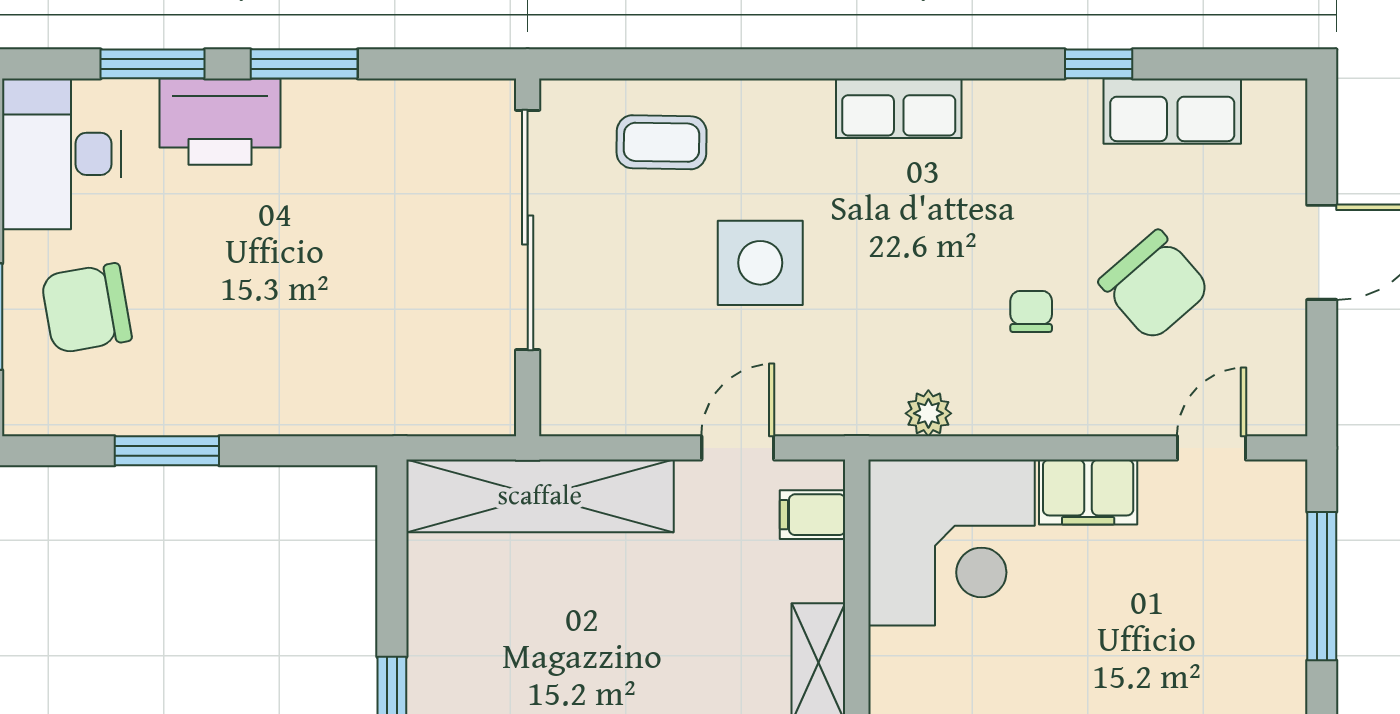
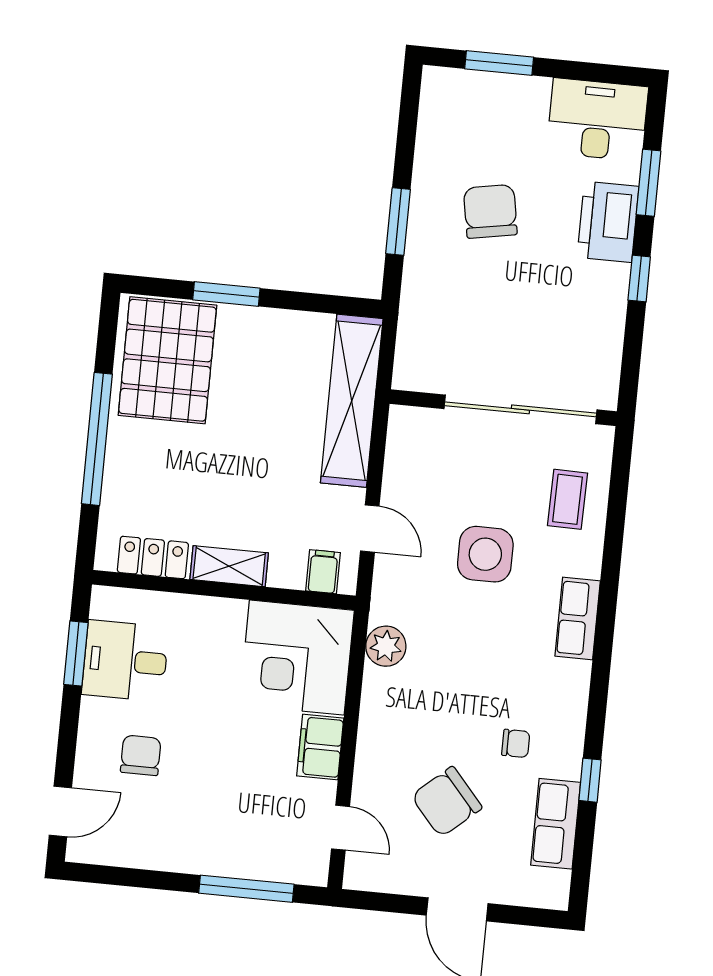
window: (304, 64) -> (639, 278), width x0.67
row of seats: (899, 108) -> (578, 618), moved
chair: (86, 308) -> (490, 211), moved
chair: (1031, 311) -> (516, 743), moved
plant: (928, 413) -> (386, 646), width x1.38, depth x1.38
window: (167, 451) -> (398, 221), moved

